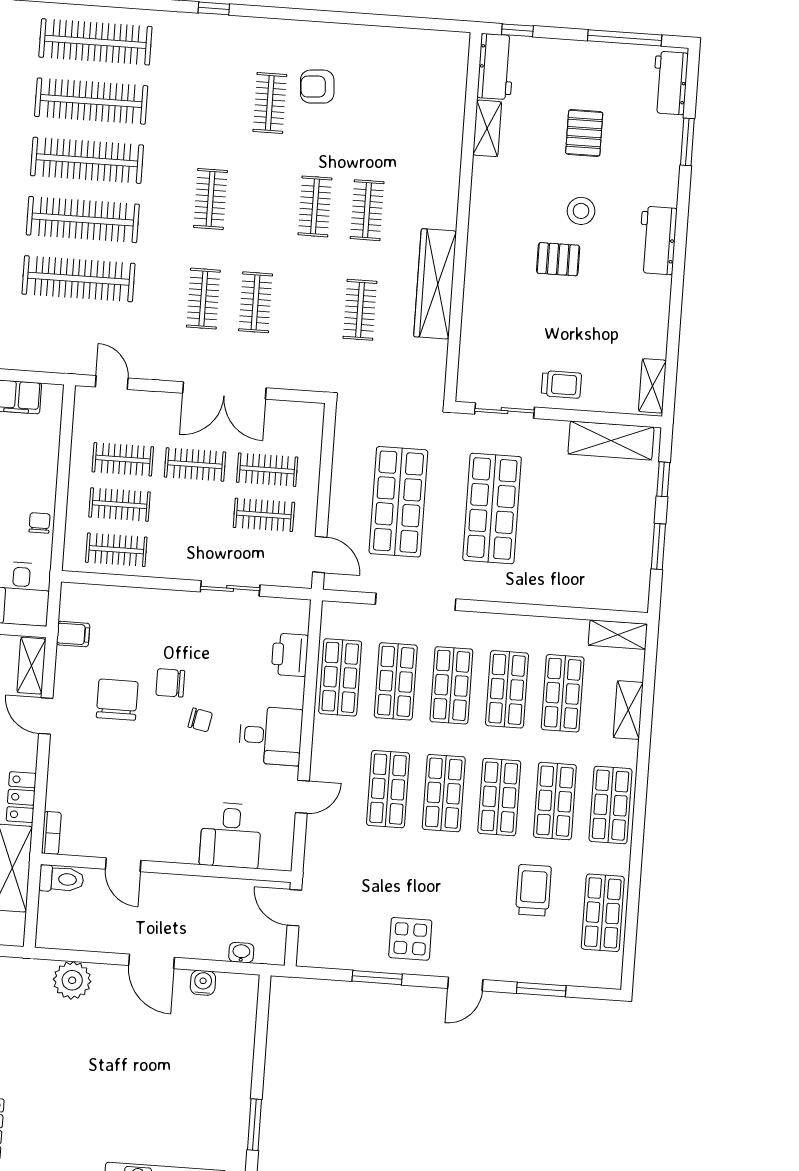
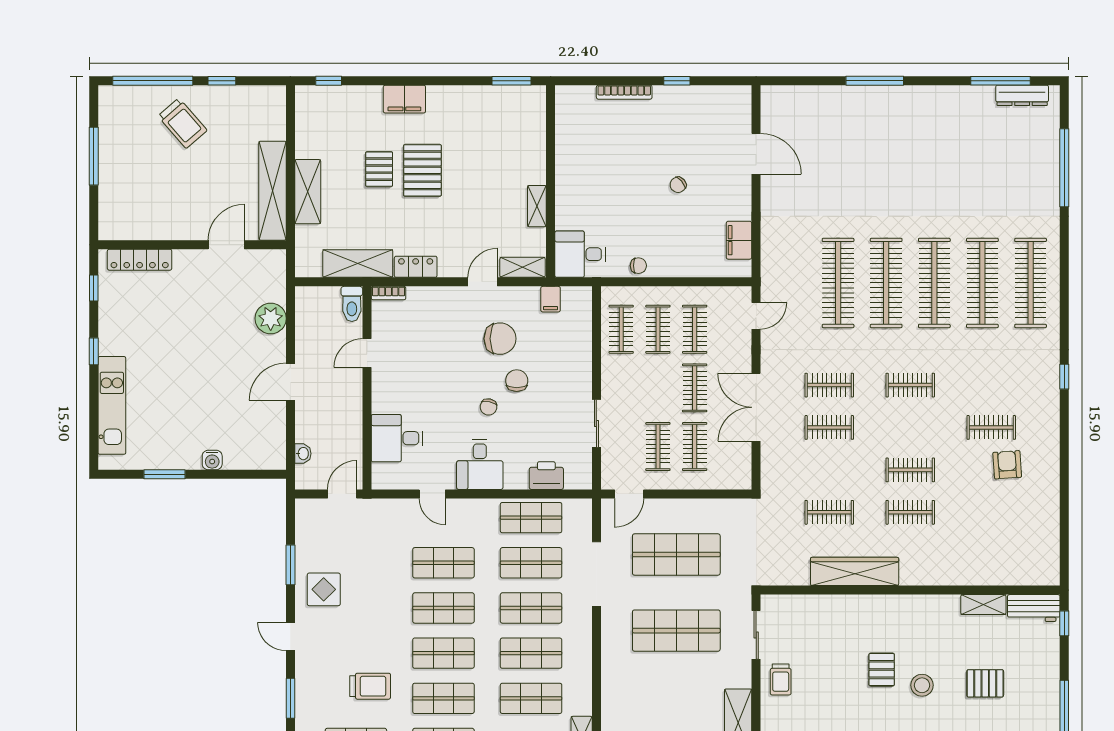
water cooler: (203, 983) -> (212, 460), moved, turned 90

